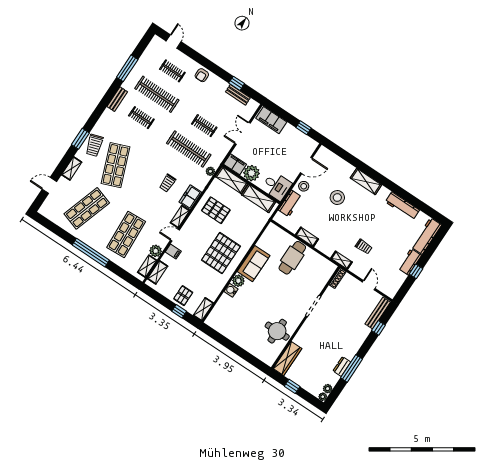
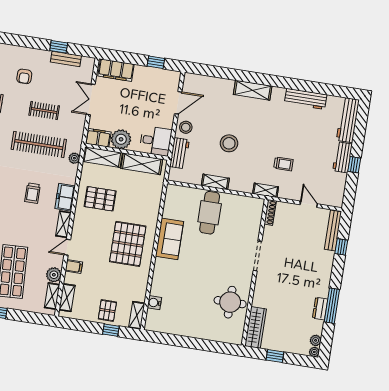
armchair: (202, 75) -> (24, 76), moved
stool: (337, 197) -> (229, 143), moved
plant: (238, 281) -> (161, 266), removed
water cooler: (231, 290) -> (154, 303), moved

